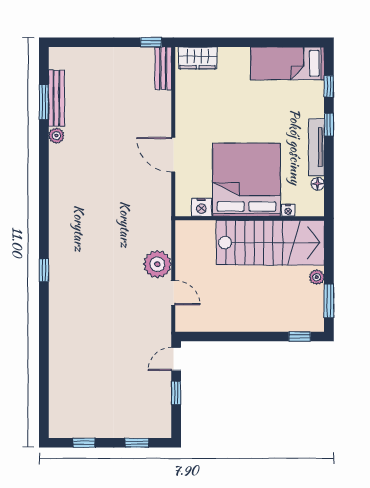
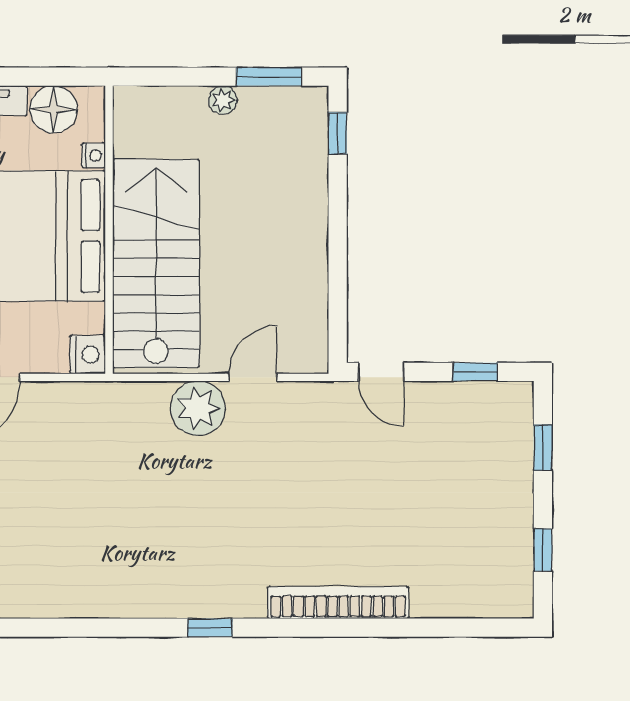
floor lamp: (318, 184) -> (54, 109), width x1.89, depth x1.89
nightstand: (201, 207) -> (88, 355), moved
stairs: (270, 243) -> (156, 263), moved
bookcase: (57, 337) -> (338, 603), added
window: (176, 393) -> (475, 372), moved

